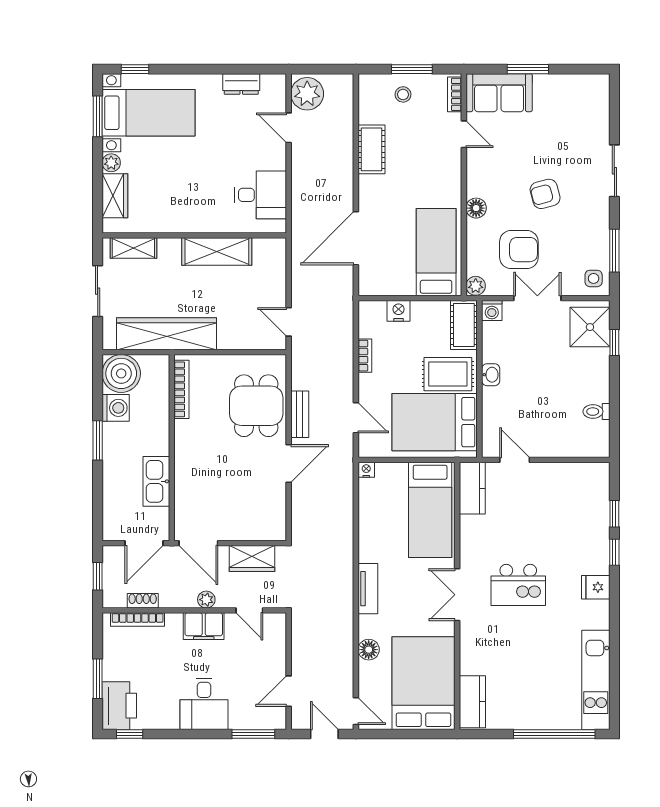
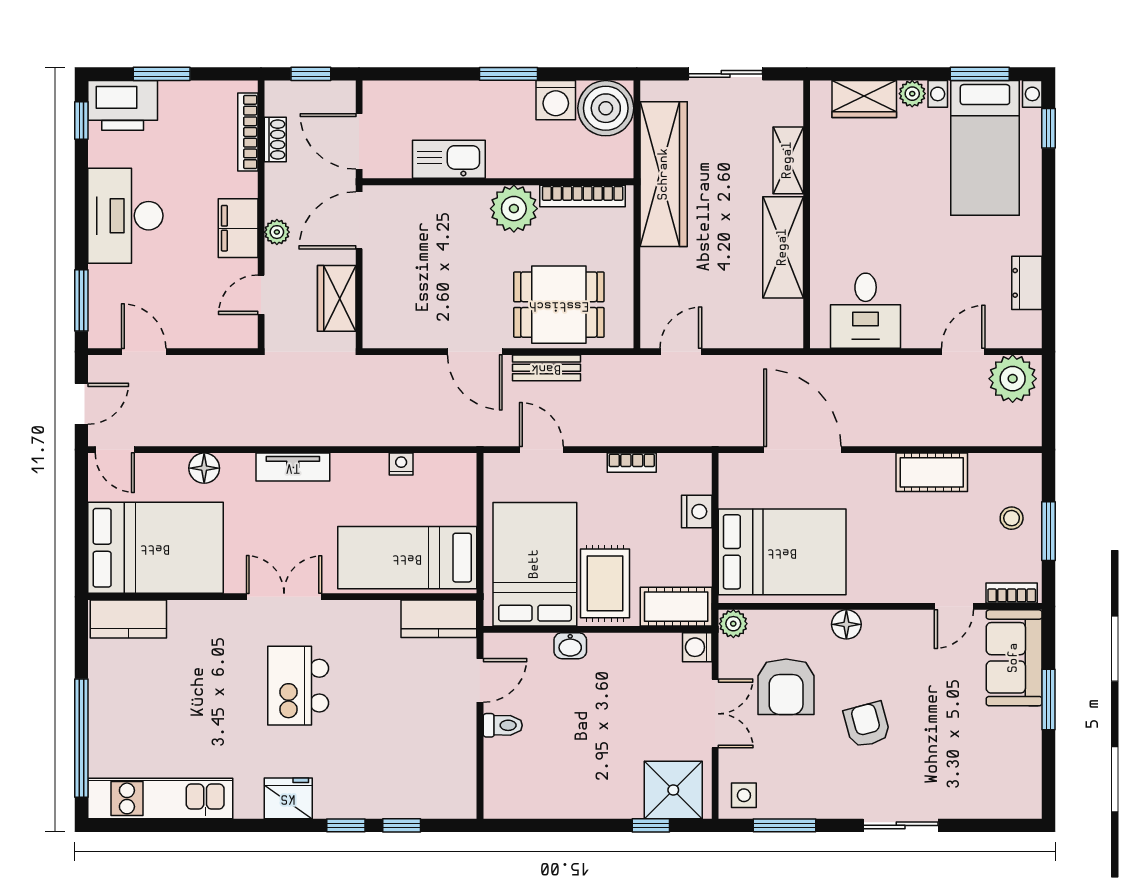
shelving: (133, 248) -> (788, 160), moved
bed: (436, 252) -> (782, 552), width x1.50
washbasin: (491, 375) -> (570, 646), moved
toilet: (596, 412) -> (503, 725), moved, turned 90
door: (356, 418) -> (541, 450), swing flipped
plant: (190, 437) -> (514, 209), added
nightstand: (366, 470) -> (401, 464), moved, turned -90
fridge: (596, 587) -> (288, 798), width x1.38
desk: (204, 704) -> (125, 216), width x1.37
door: (356, 711) -> (115, 450), hinge flipped

